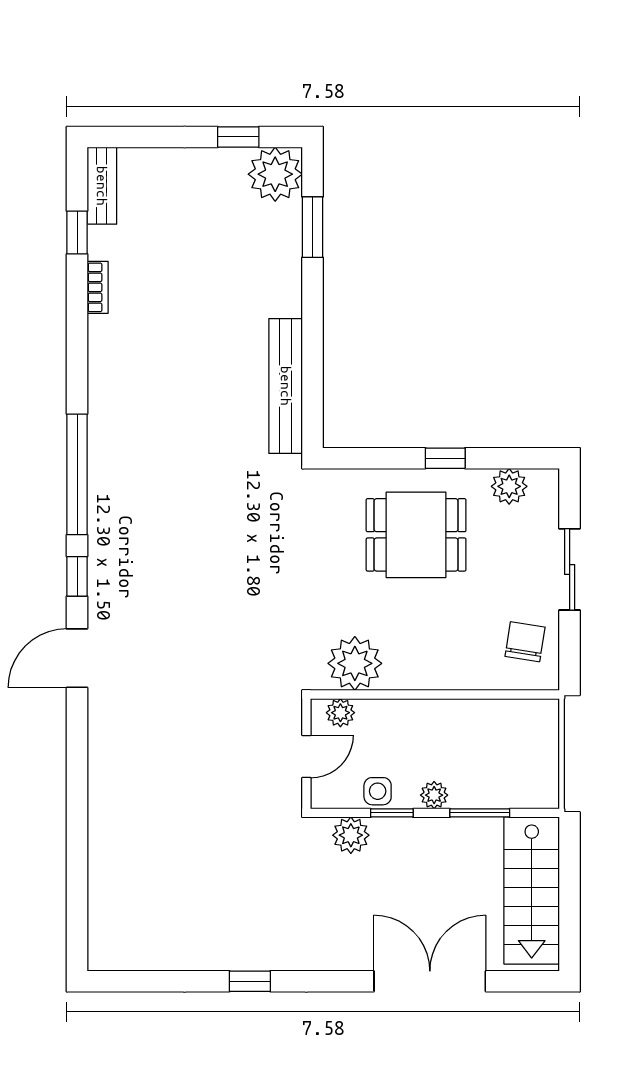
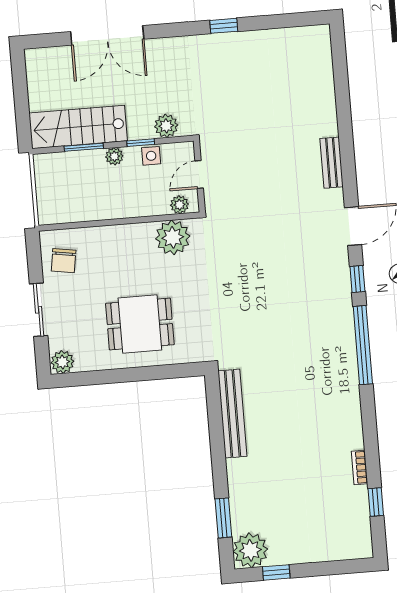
bench: (102, 186) -> (332, 163), moved
window: (445, 458) -> (125, 375), removed
plant: (509, 486) -> (62, 362), moved
stairs: (532, 891) -> (78, 127), moved, turned -90

